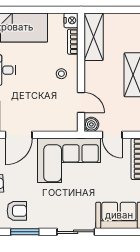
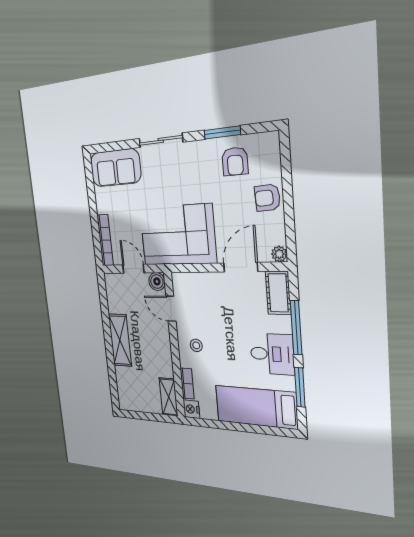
shelving: (94, 37) -> (169, 397), width x0.67, depth x0.75
armchair: (17, 211) -> (235, 161), turned -90

